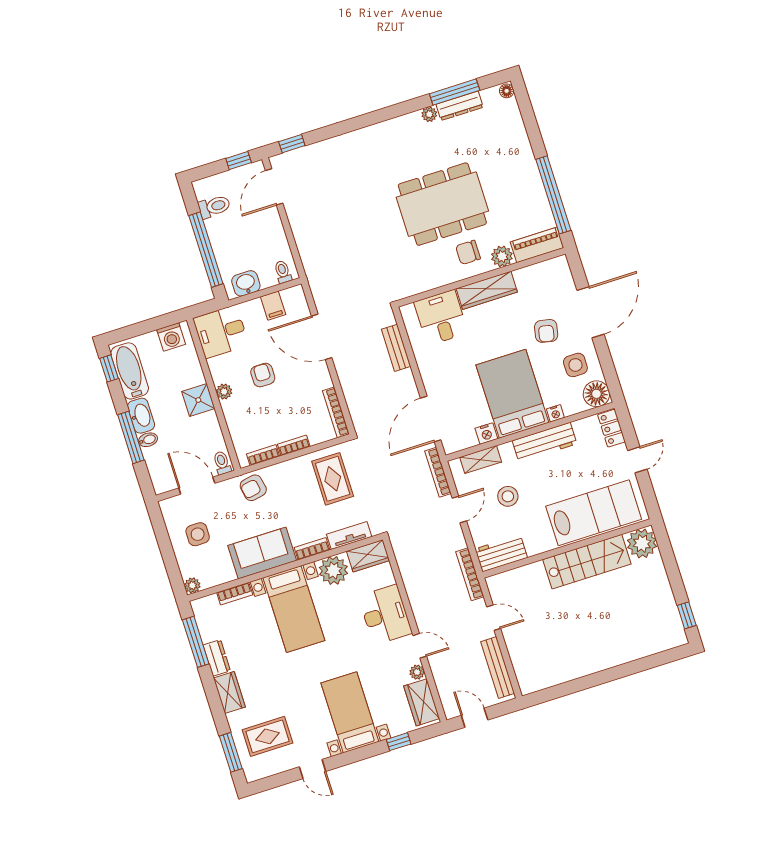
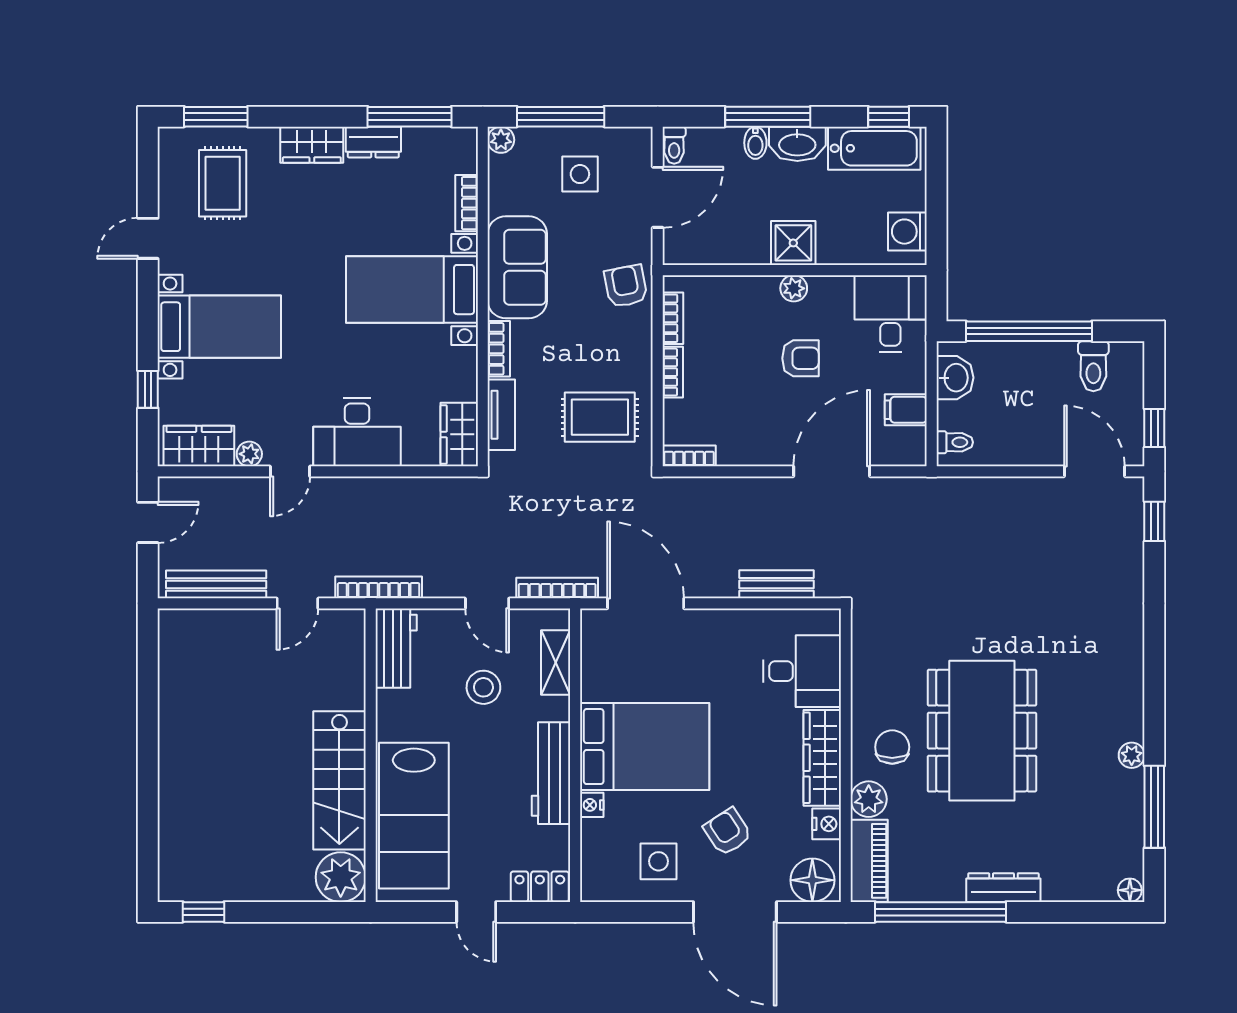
dresser: (460, 106) -> (1003, 888), moved, turned 90
armchair: (546, 331) -> (728, 832), turned 45
floor lamp: (596, 394) -> (812, 880), moved
bookcase: (336, 412) -> (689, 456), width x0.64
nightstand: (486, 434) -> (827, 824), moved, turned 180
toilet: (222, 463) -> (674, 145), moved, turned 90
window: (168, 556) -> (561, 117), added
plant: (333, 570) -> (454, 372), removed

